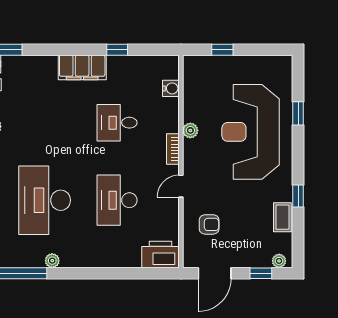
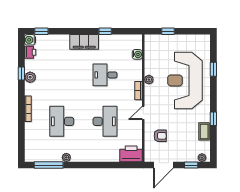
desk: (45, 200) -> (62, 121), width x0.73, depth x0.77
desk: (117, 200) -> (105, 121), turned 180

